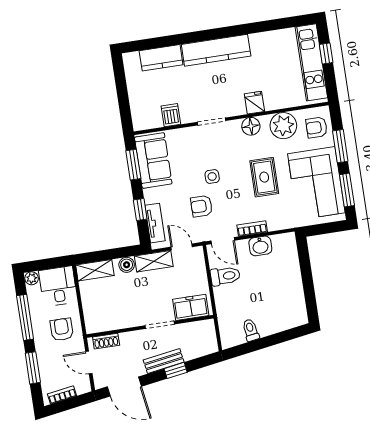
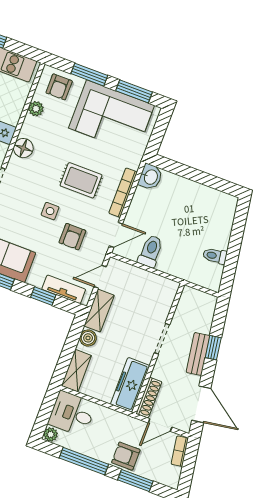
plant: (283, 126) -> (36, 109), width x0.53, depth x0.53
rug: (264, 177) -> (81, 180), moved
bookcase: (252, 228) -> (123, 193), width x1.56
washbasin: (260, 246) -> (150, 177), moved
freezer: (191, 307) -> (130, 385), moved, width x1.40
armchair: (62, 329) -> (126, 456), moved
shoe rack: (106, 341) -> (149, 398), width x1.43
door: (124, 387) -> (201, 404), hinge flipped
bookcase: (62, 395) -> (180, 451), moved

